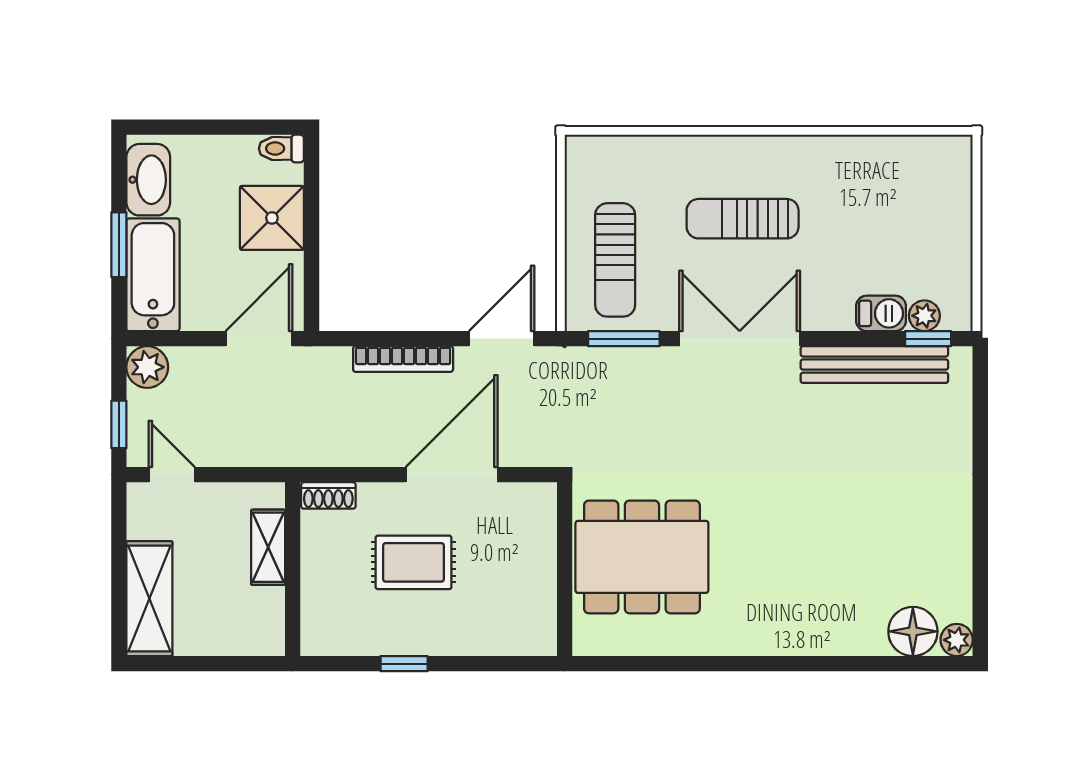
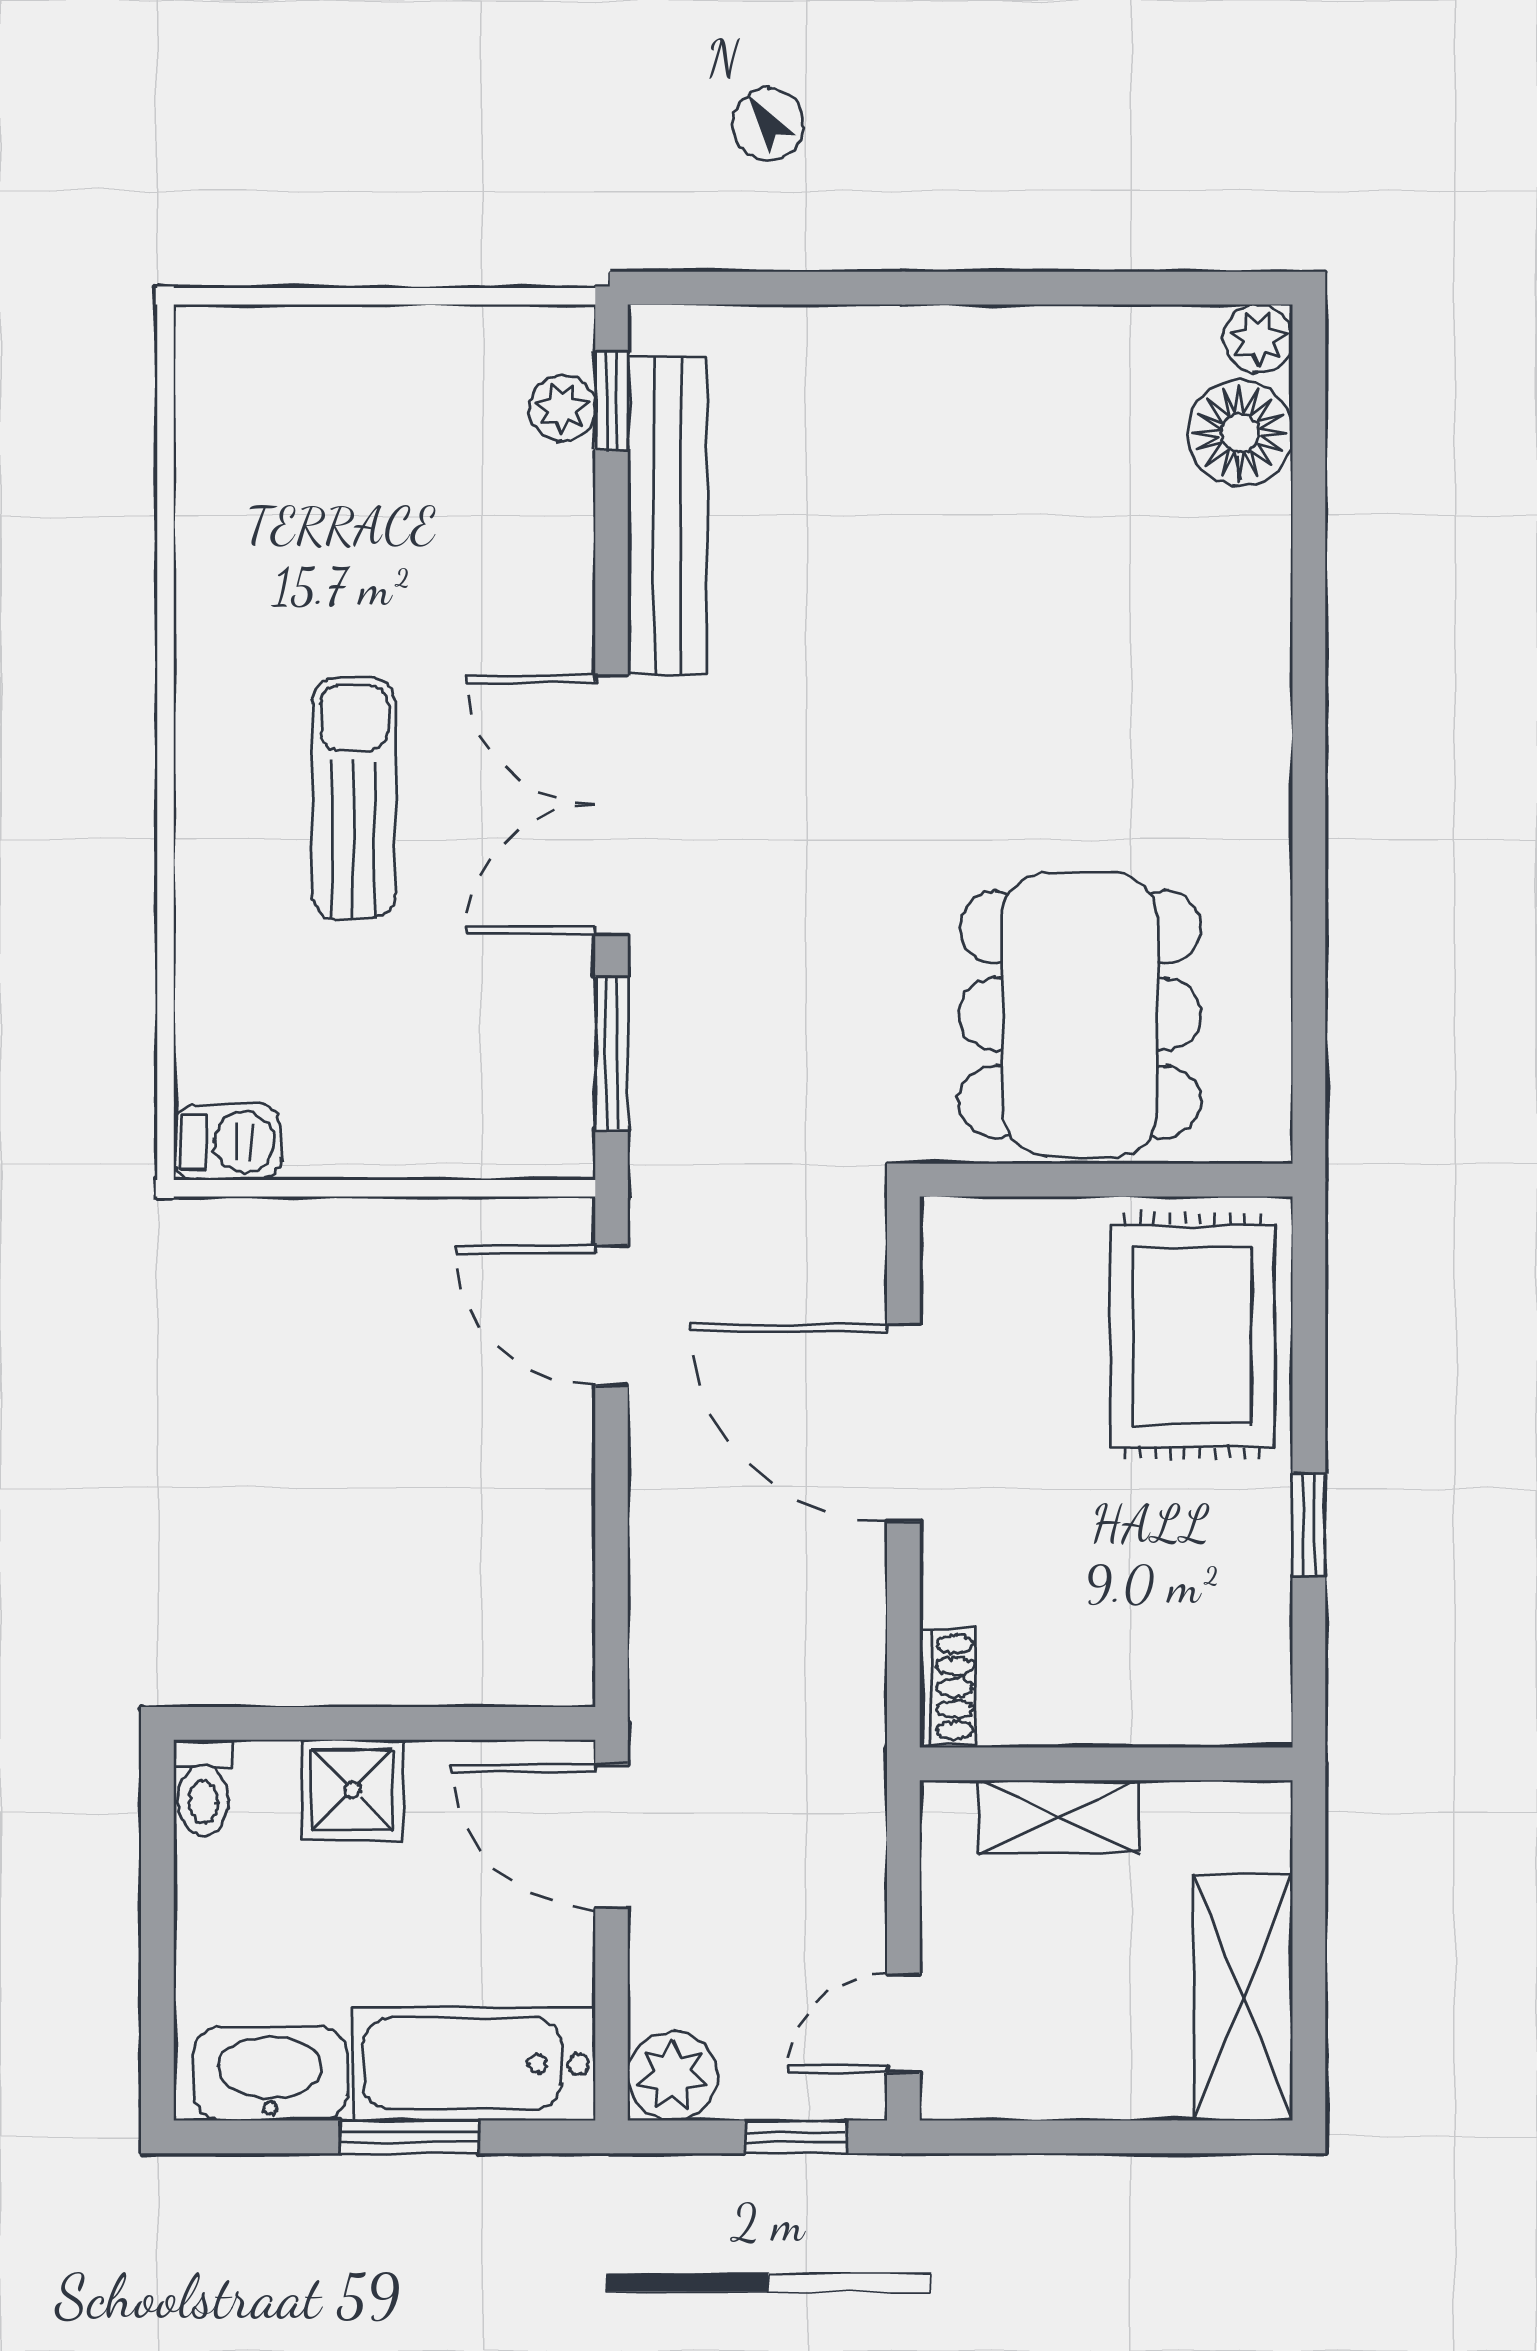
shower: (272, 218) -> (352, 1790), width x0.73, depth x0.73
sun lounger: (743, 219) -> (354, 798), turned 180
sun lounger: (615, 260) -> (443, 1072), removed
barbecue: (881, 313) -> (227, 1142), moved, turned 90
bookcase: (403, 359) -> (655, 1527), removed
rug: (414, 562) -> (1192, 1336), moved, width x1.36, depth x1.43
shelving: (149, 599) -> (1243, 1997), moved, turned 90

